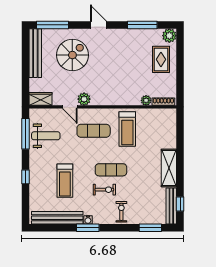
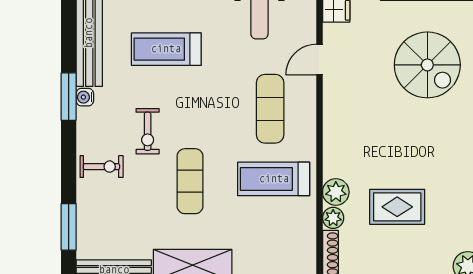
rug: (161, 59) -> (397, 207), moved
plant: (84, 99) -> (336, 192), moved
exercise mat: (111, 170) -> (190, 181), moved

